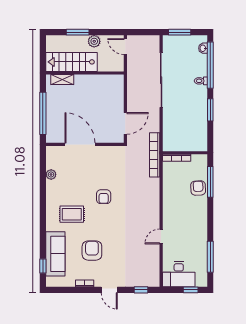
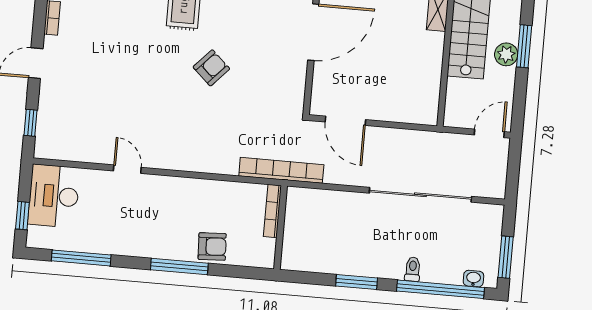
window: (180, 32) -> (506, 257), moved
plant: (94, 41) -> (506, 54), moved
window: (210, 182) -> (179, 267), moved
armchair: (104, 197) -> (211, 68), turned 133
armchair: (92, 251) -> (112, 37), removed

